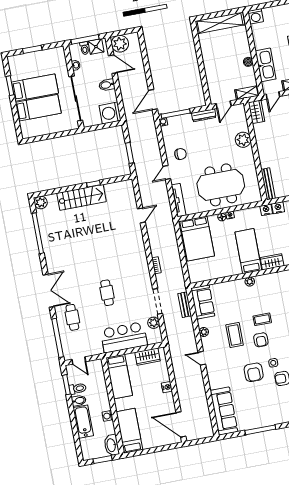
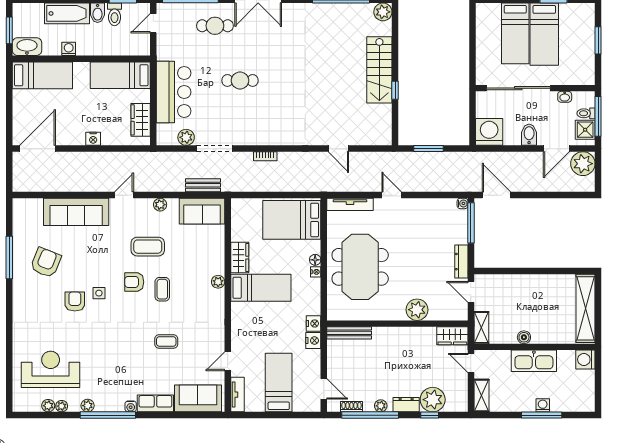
kitchen sink: (266, 65) -> (534, 361), moved
chair: (181, 154) -> (414, 219), removed
wardrobe: (272, 262) -> (240, 258), moved
armchair: (254, 372) -> (46, 263), moved, turned 112
sofa: (224, 411) -> (76, 212), moved

